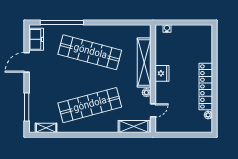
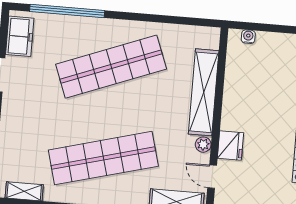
shop shelf: (90, 52) -> (111, 67), turned -36
fridge: (162, 73) -> (230, 146), moved
door: (153, 110) -> (212, 177), swing flipped

